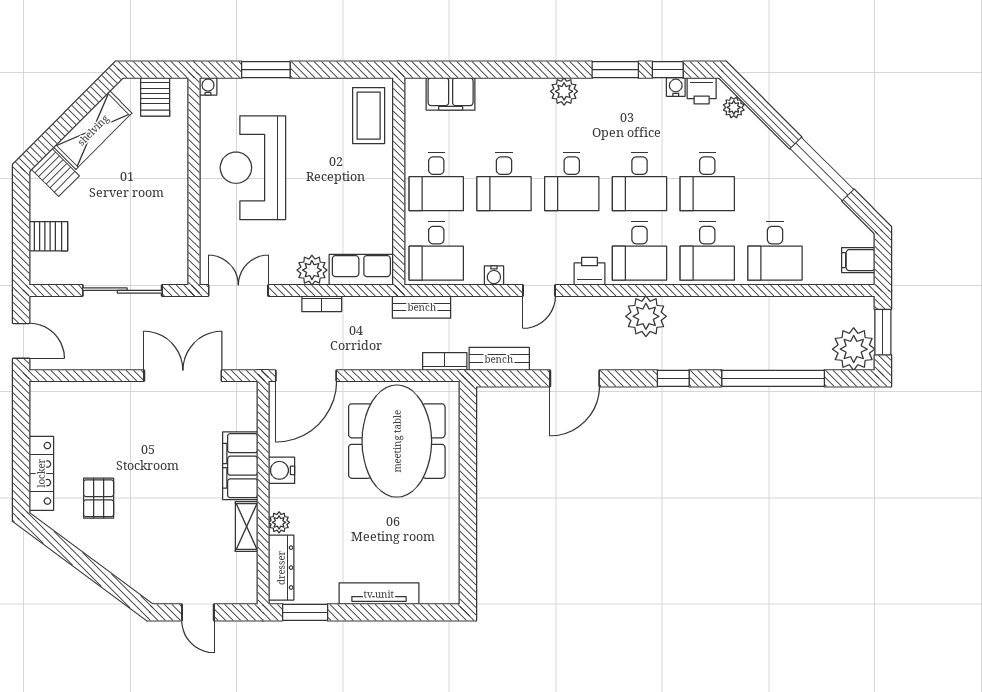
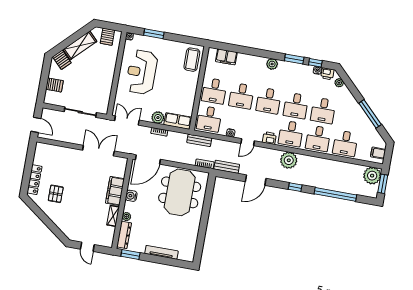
plant: (854, 349) -> (372, 176), moved

